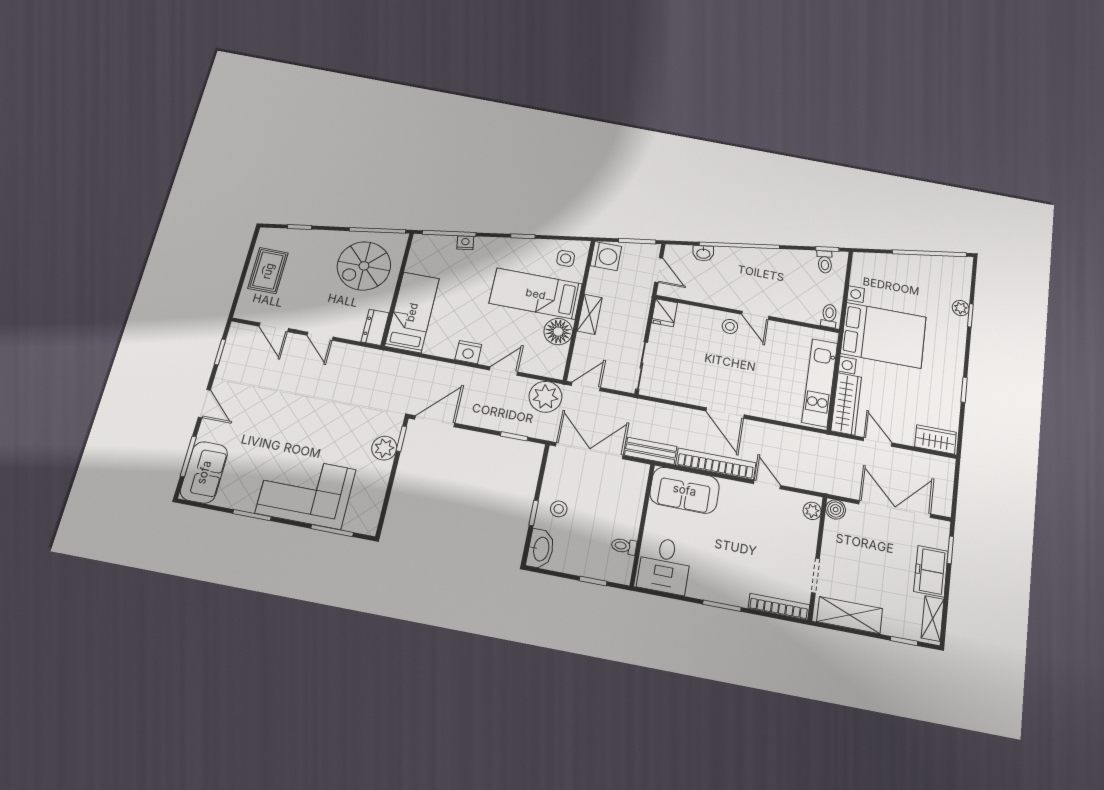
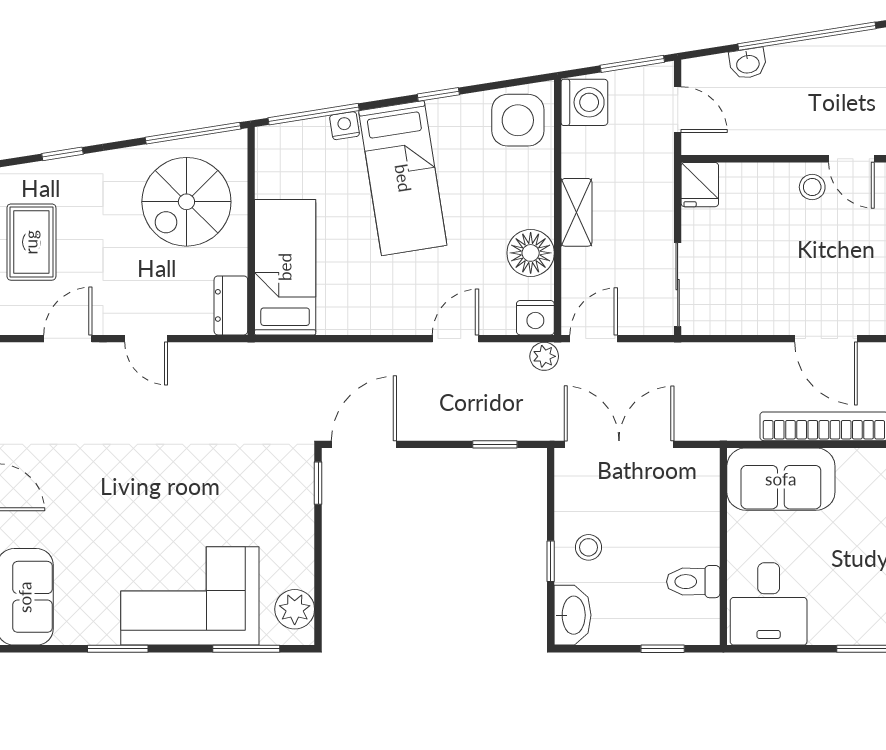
side table: (566, 258) -> (518, 120), width x1.87, depth x1.87
bed: (536, 294) -> (403, 178), moved, turned -99
door: (274, 327) -> (68, 339), swing flipped
nightstand: (468, 352) -> (535, 318), moved
plant: (545, 397) -> (544, 356), width x0.53, depth x0.53
plant: (384, 448) -> (295, 609), moved
bench: (651, 451) -> (717, 425), removed
toilet: (624, 546) -> (693, 582), width x1.37, depth x1.39

